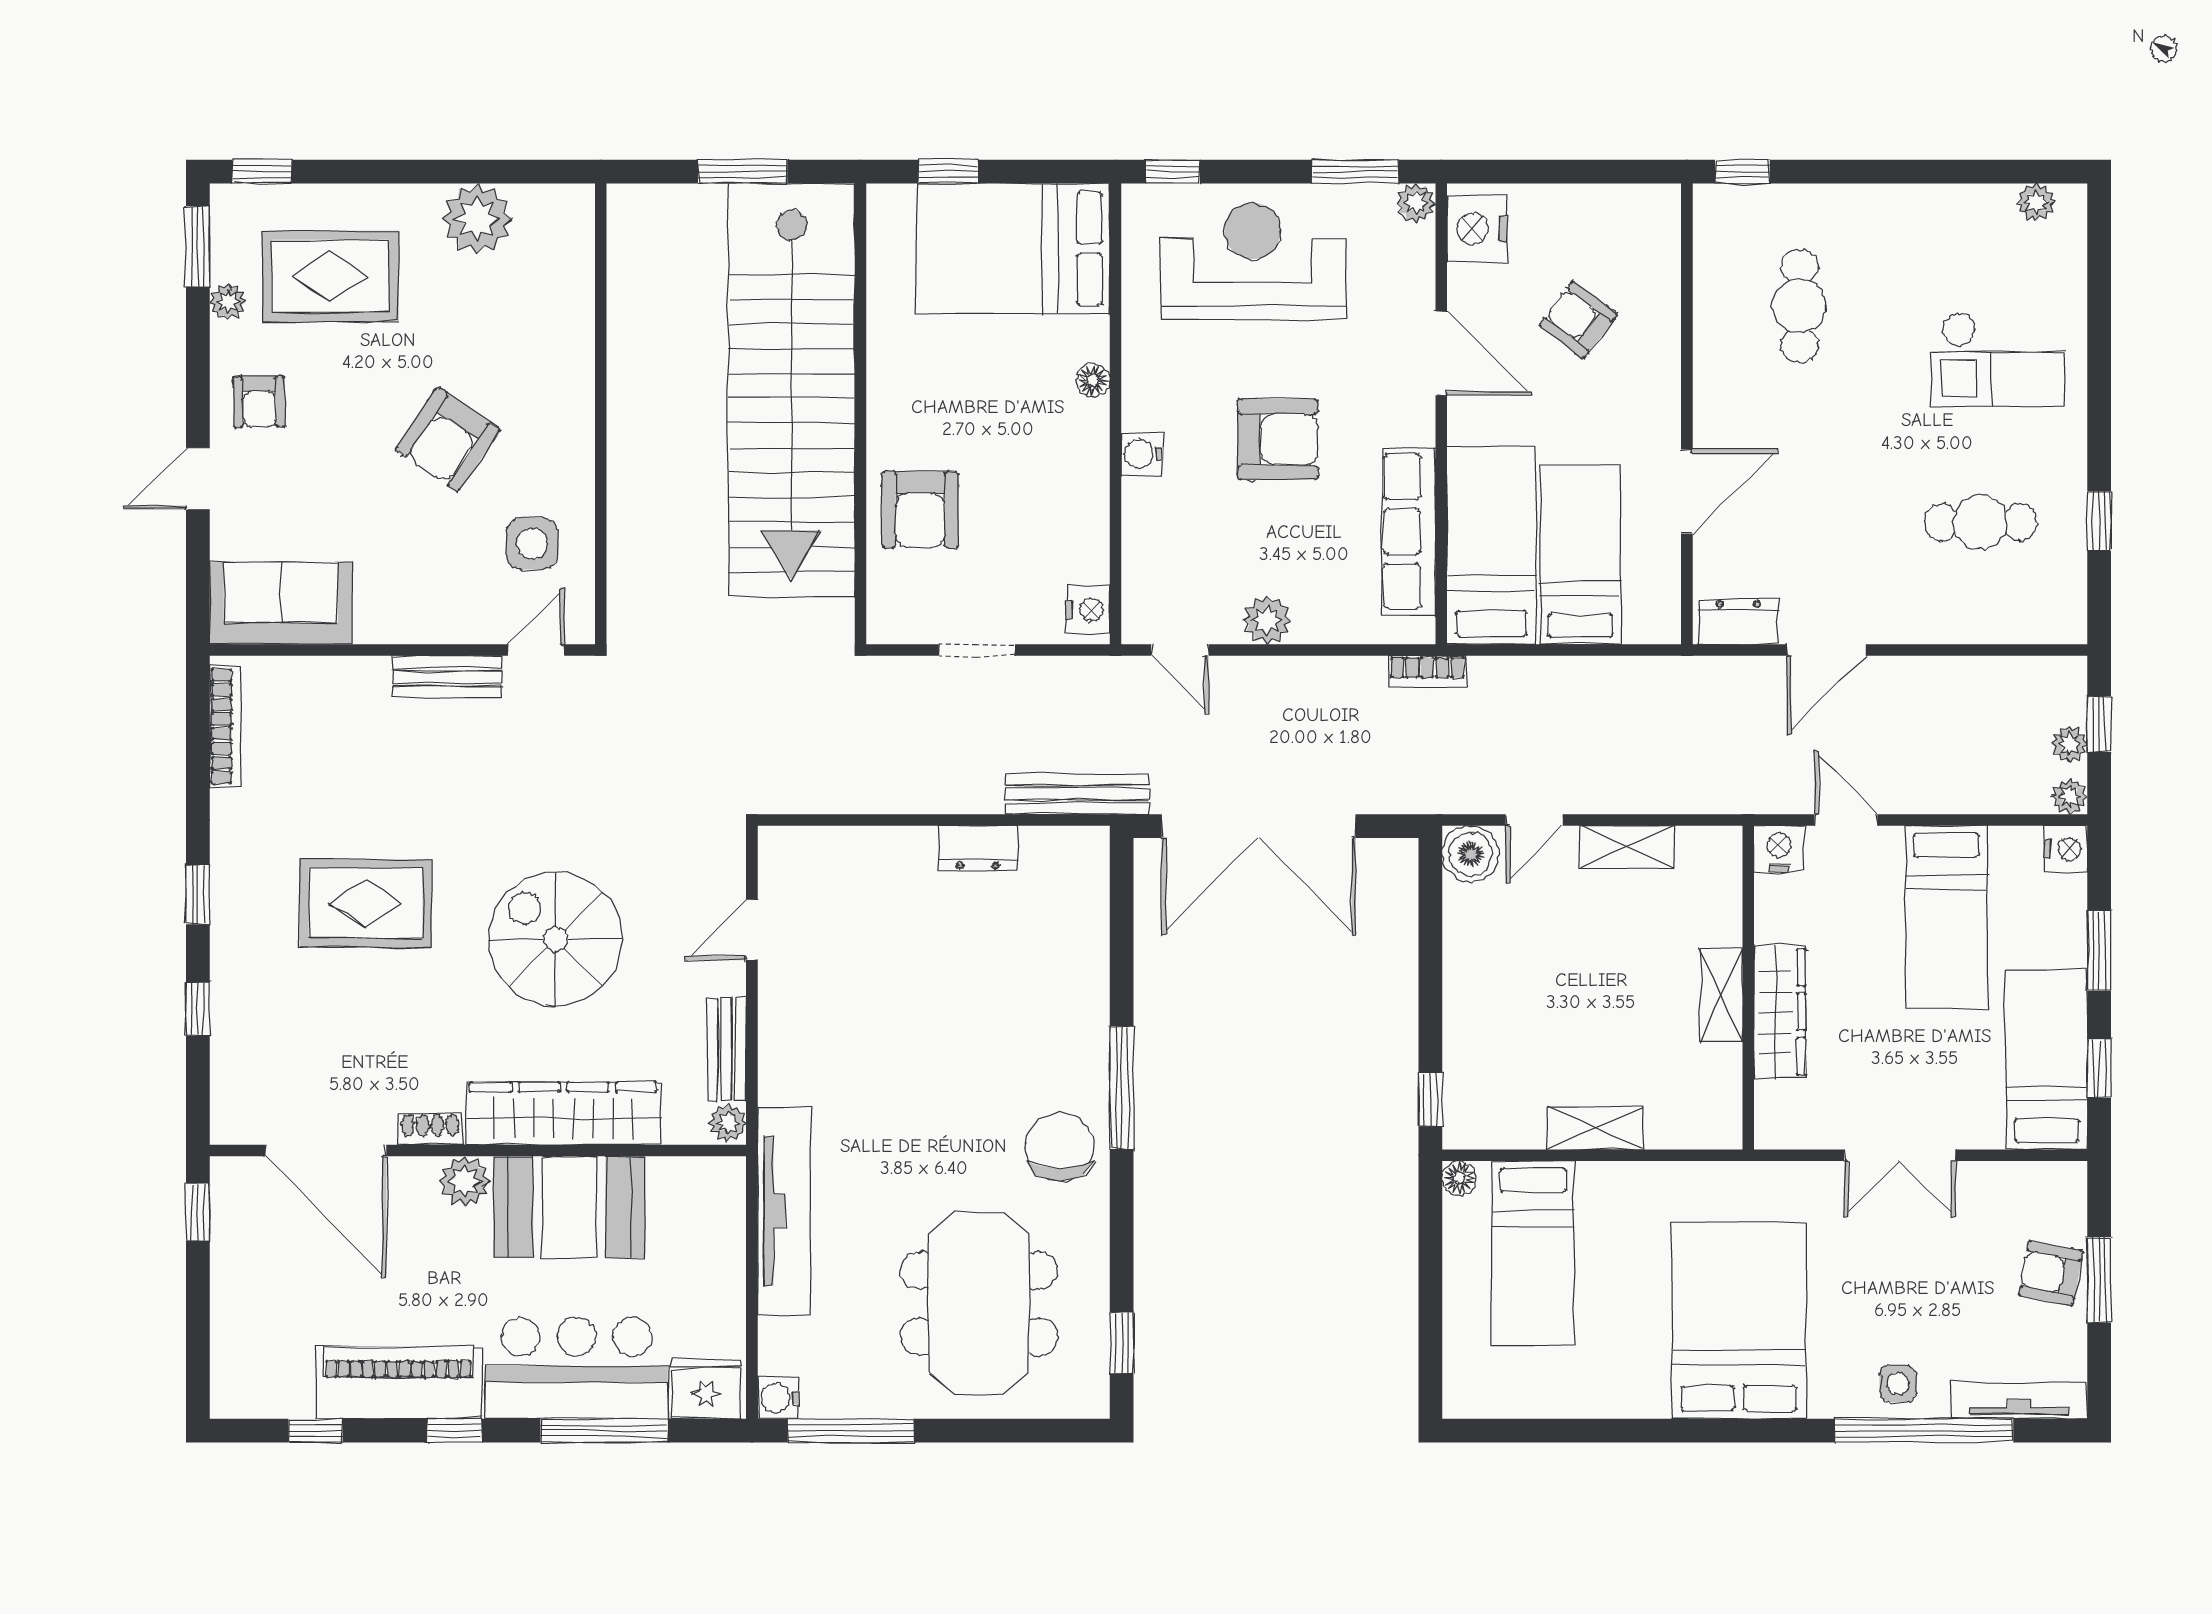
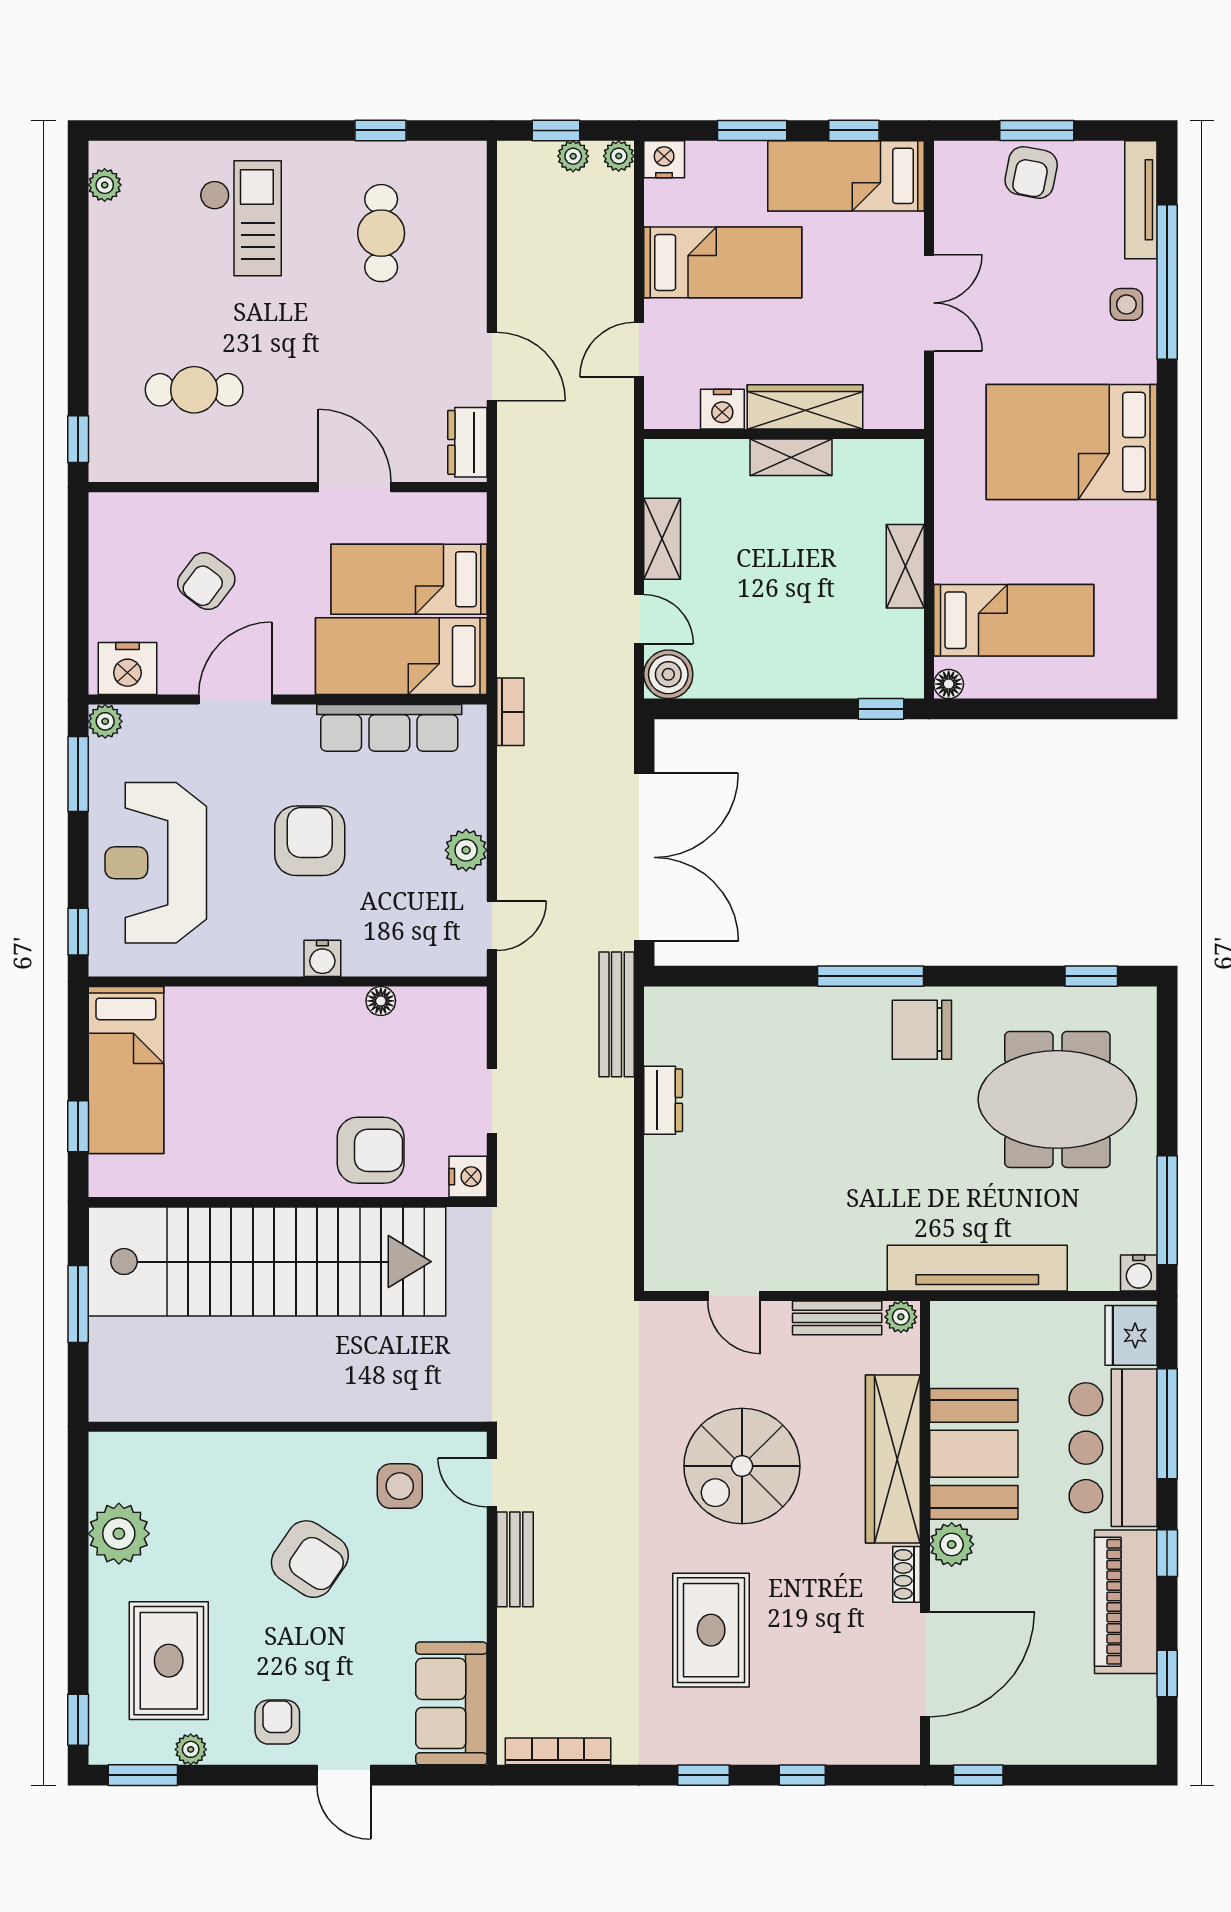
bed: (1013, 249) -> (126, 1070), width x0.67
floor lamp: (1093, 380) -> (381, 1001), moved
armchair: (259, 402) -> (277, 1722), turned -89
nightstand: (1088, 610) -> (468, 1177), moved, turned 90
nightstand: (1779, 849) -> (722, 409), moved, turned -90

